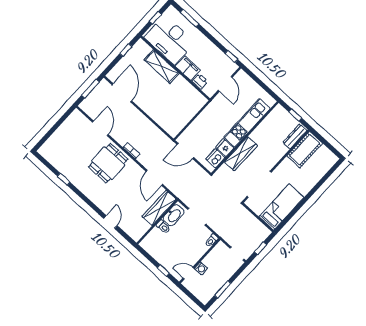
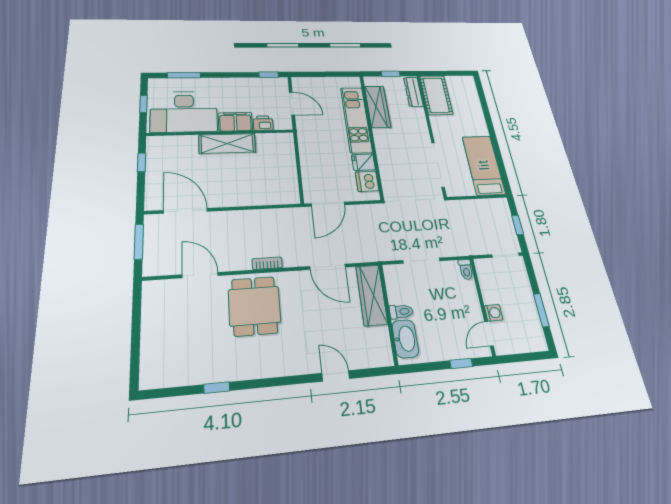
shelving: (162, 67) -> (227, 143), moved
wardrobe: (241, 154) -> (377, 107), moved
washbasin: (174, 215) -> (405, 339), moved

